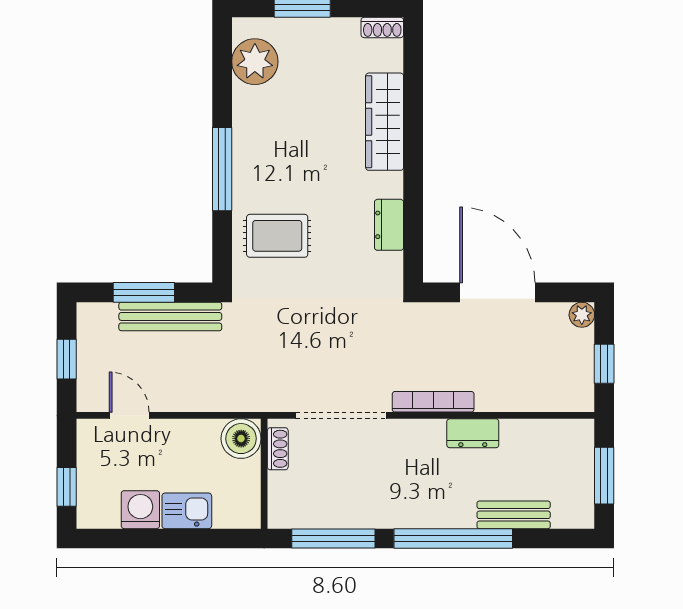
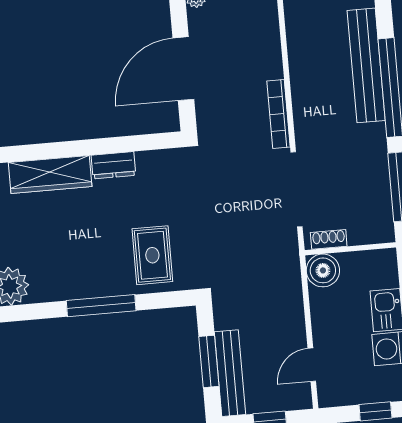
dresser: (389, 225) -> (114, 165), moved
bench: (170, 316) -> (230, 373), moved
dresser: (473, 433) -> (302, 79), removed
bench: (514, 515) -> (366, 65), width x1.86, depth x1.21

